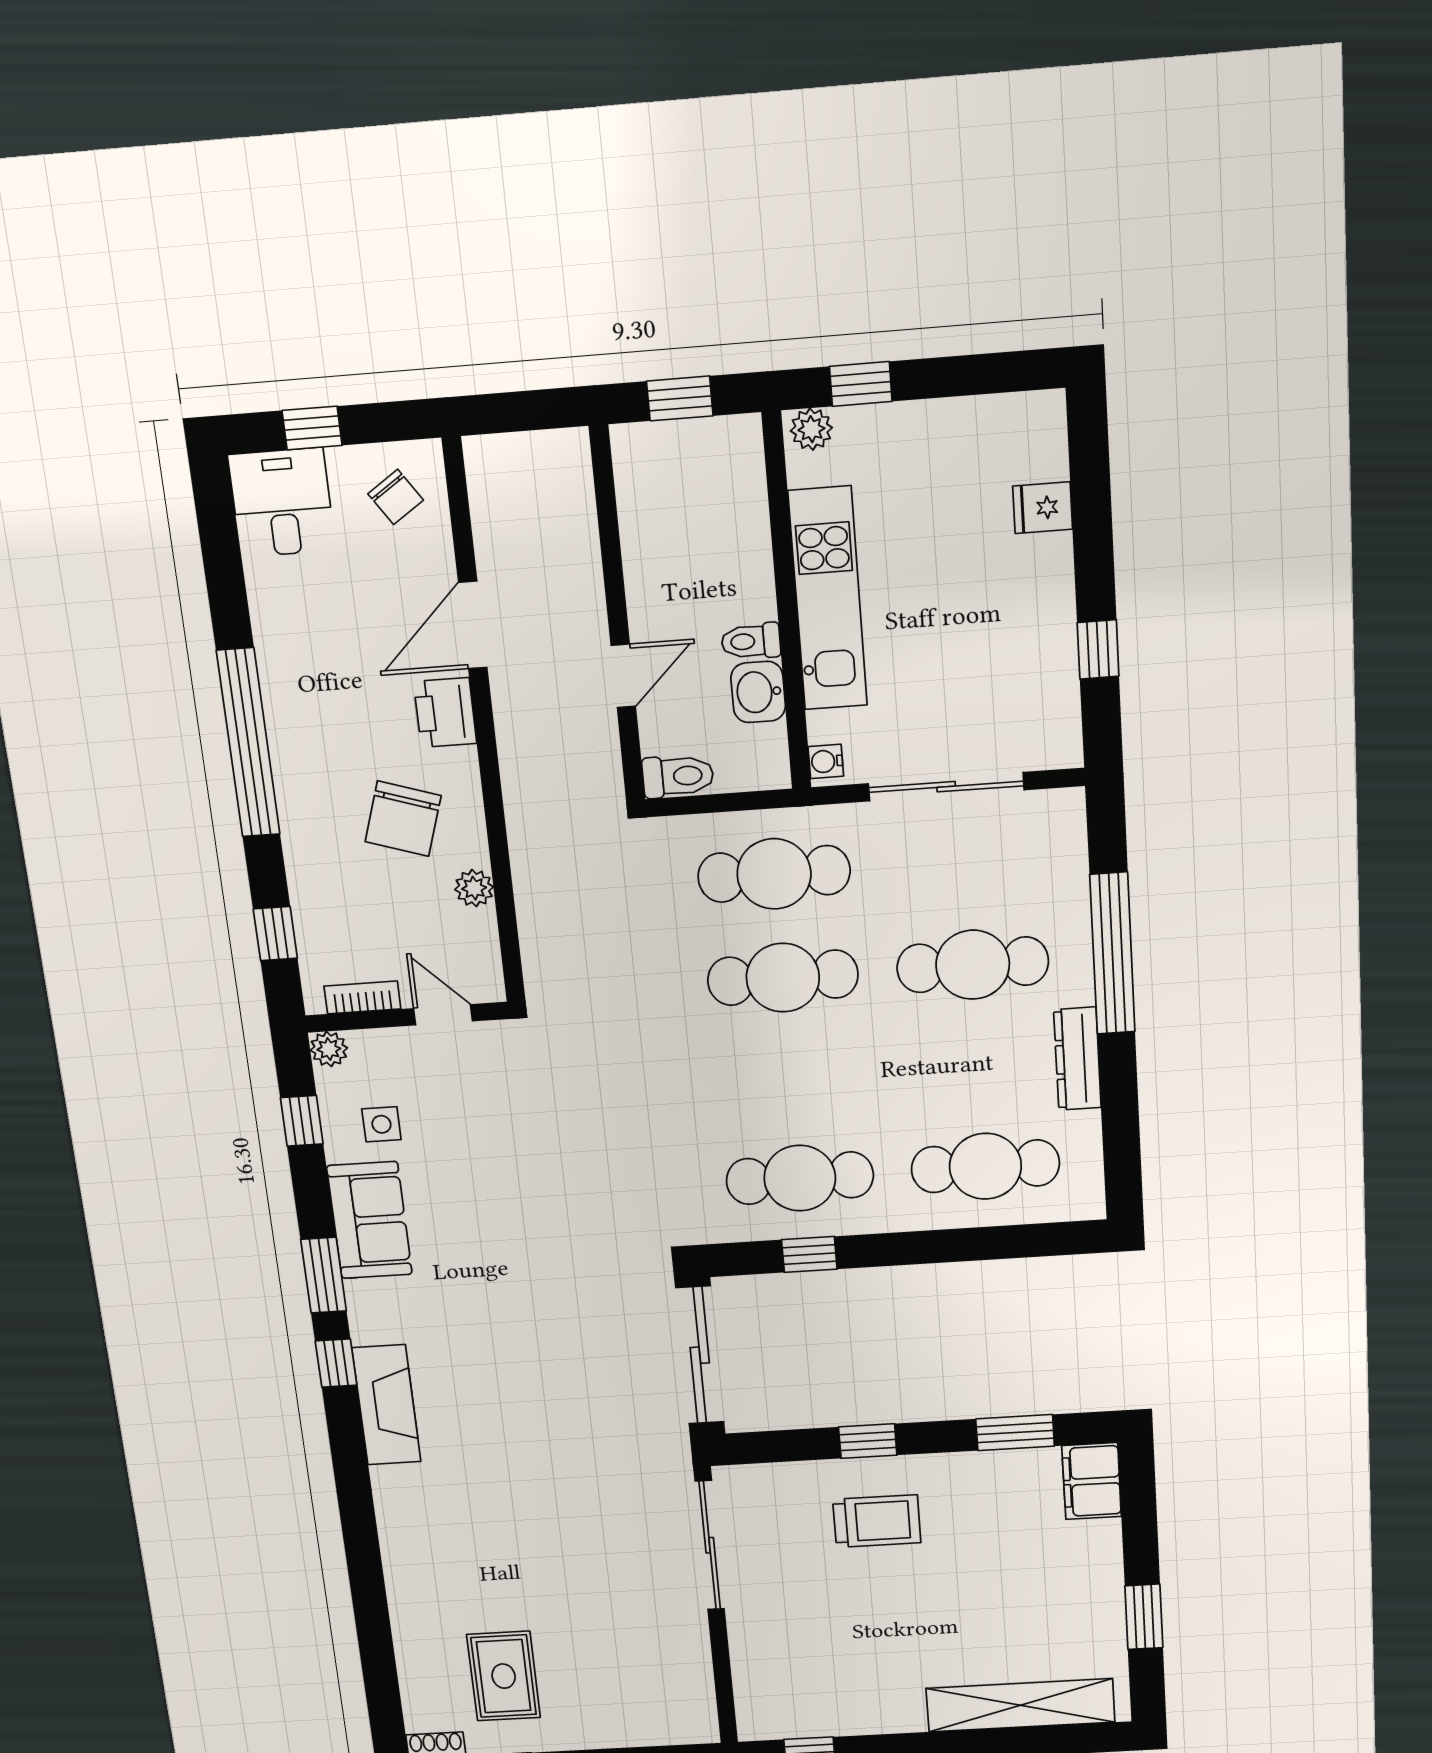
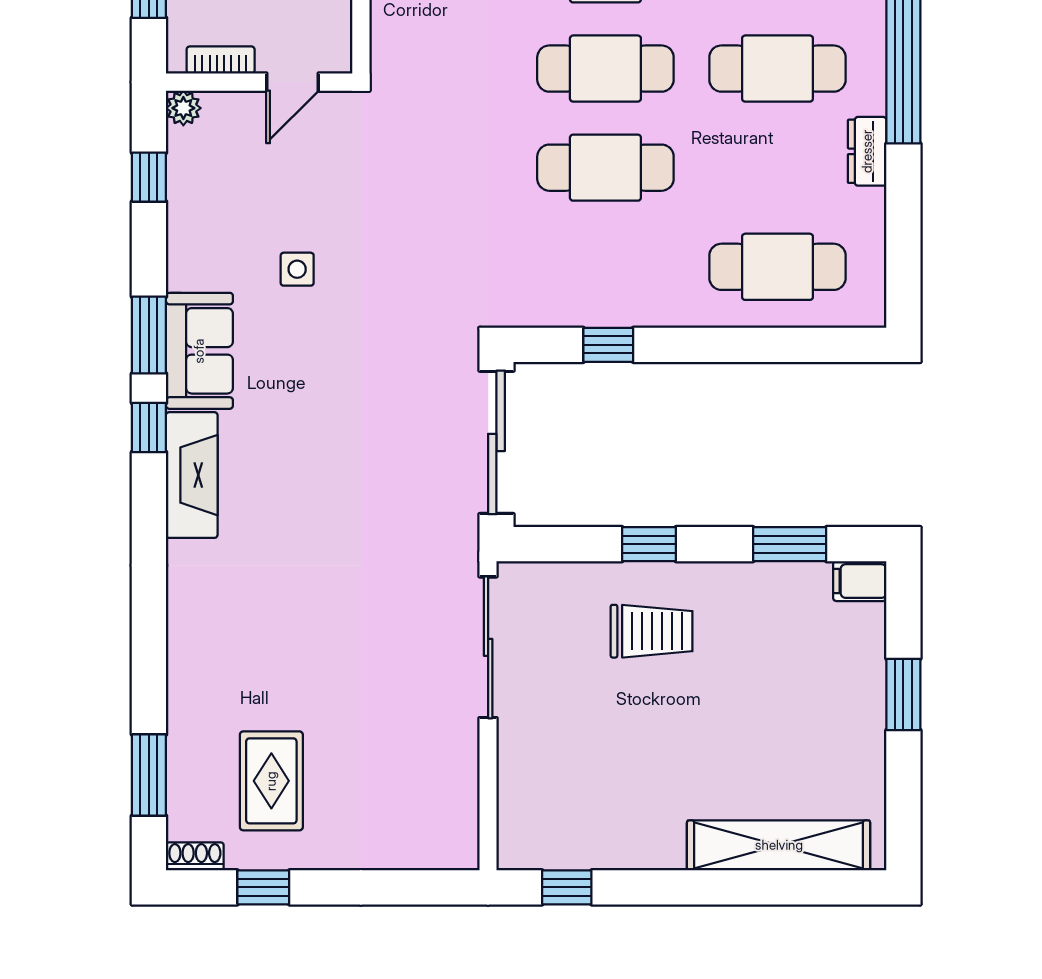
door: (443, 1015) -> (292, 82), swing flipped
dresser: (1077, 1059) -> (867, 151), width x0.70
side table: (381, 1124) -> (297, 269), moved
cafe table: (800, 1178) -> (605, 168), moved
sofa: (369, 1220) -> (199, 351), moved
filing cabinet: (1092, 1481) -> (860, 581), width x0.50
window: (1144, 1617) -> (903, 694), moved
window: (381, 1678) -> (149, 775), added

